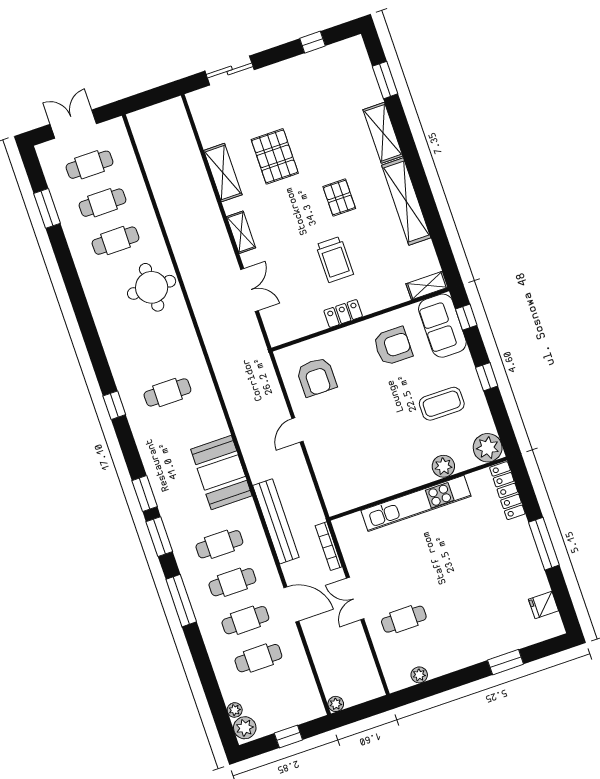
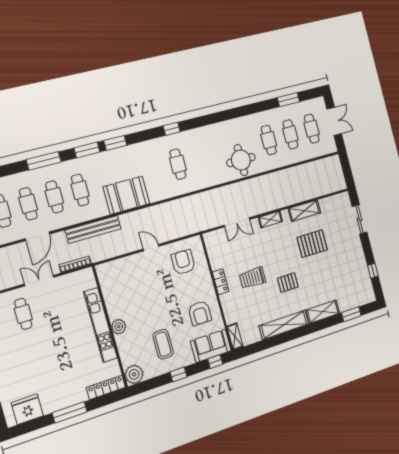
armchair: (317, 377) -> (183, 262), turned 90
plant: (443, 466) -> (119, 327), moved
fridge: (543, 605) -> (27, 409), width x1.88, depth x1.34

